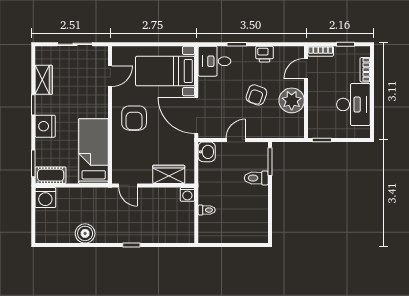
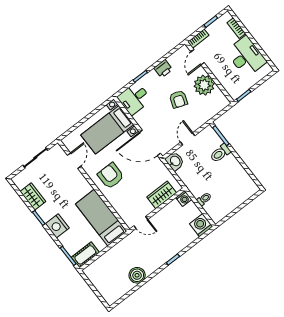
armchair: (134, 118) -> (111, 176), turned 180
washing machine: (45, 198) -> (201, 225), moved, turned 180

